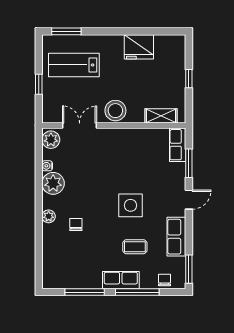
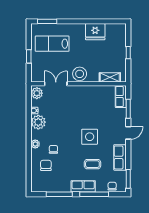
chair: (65, 249) -> (46, 165), added

